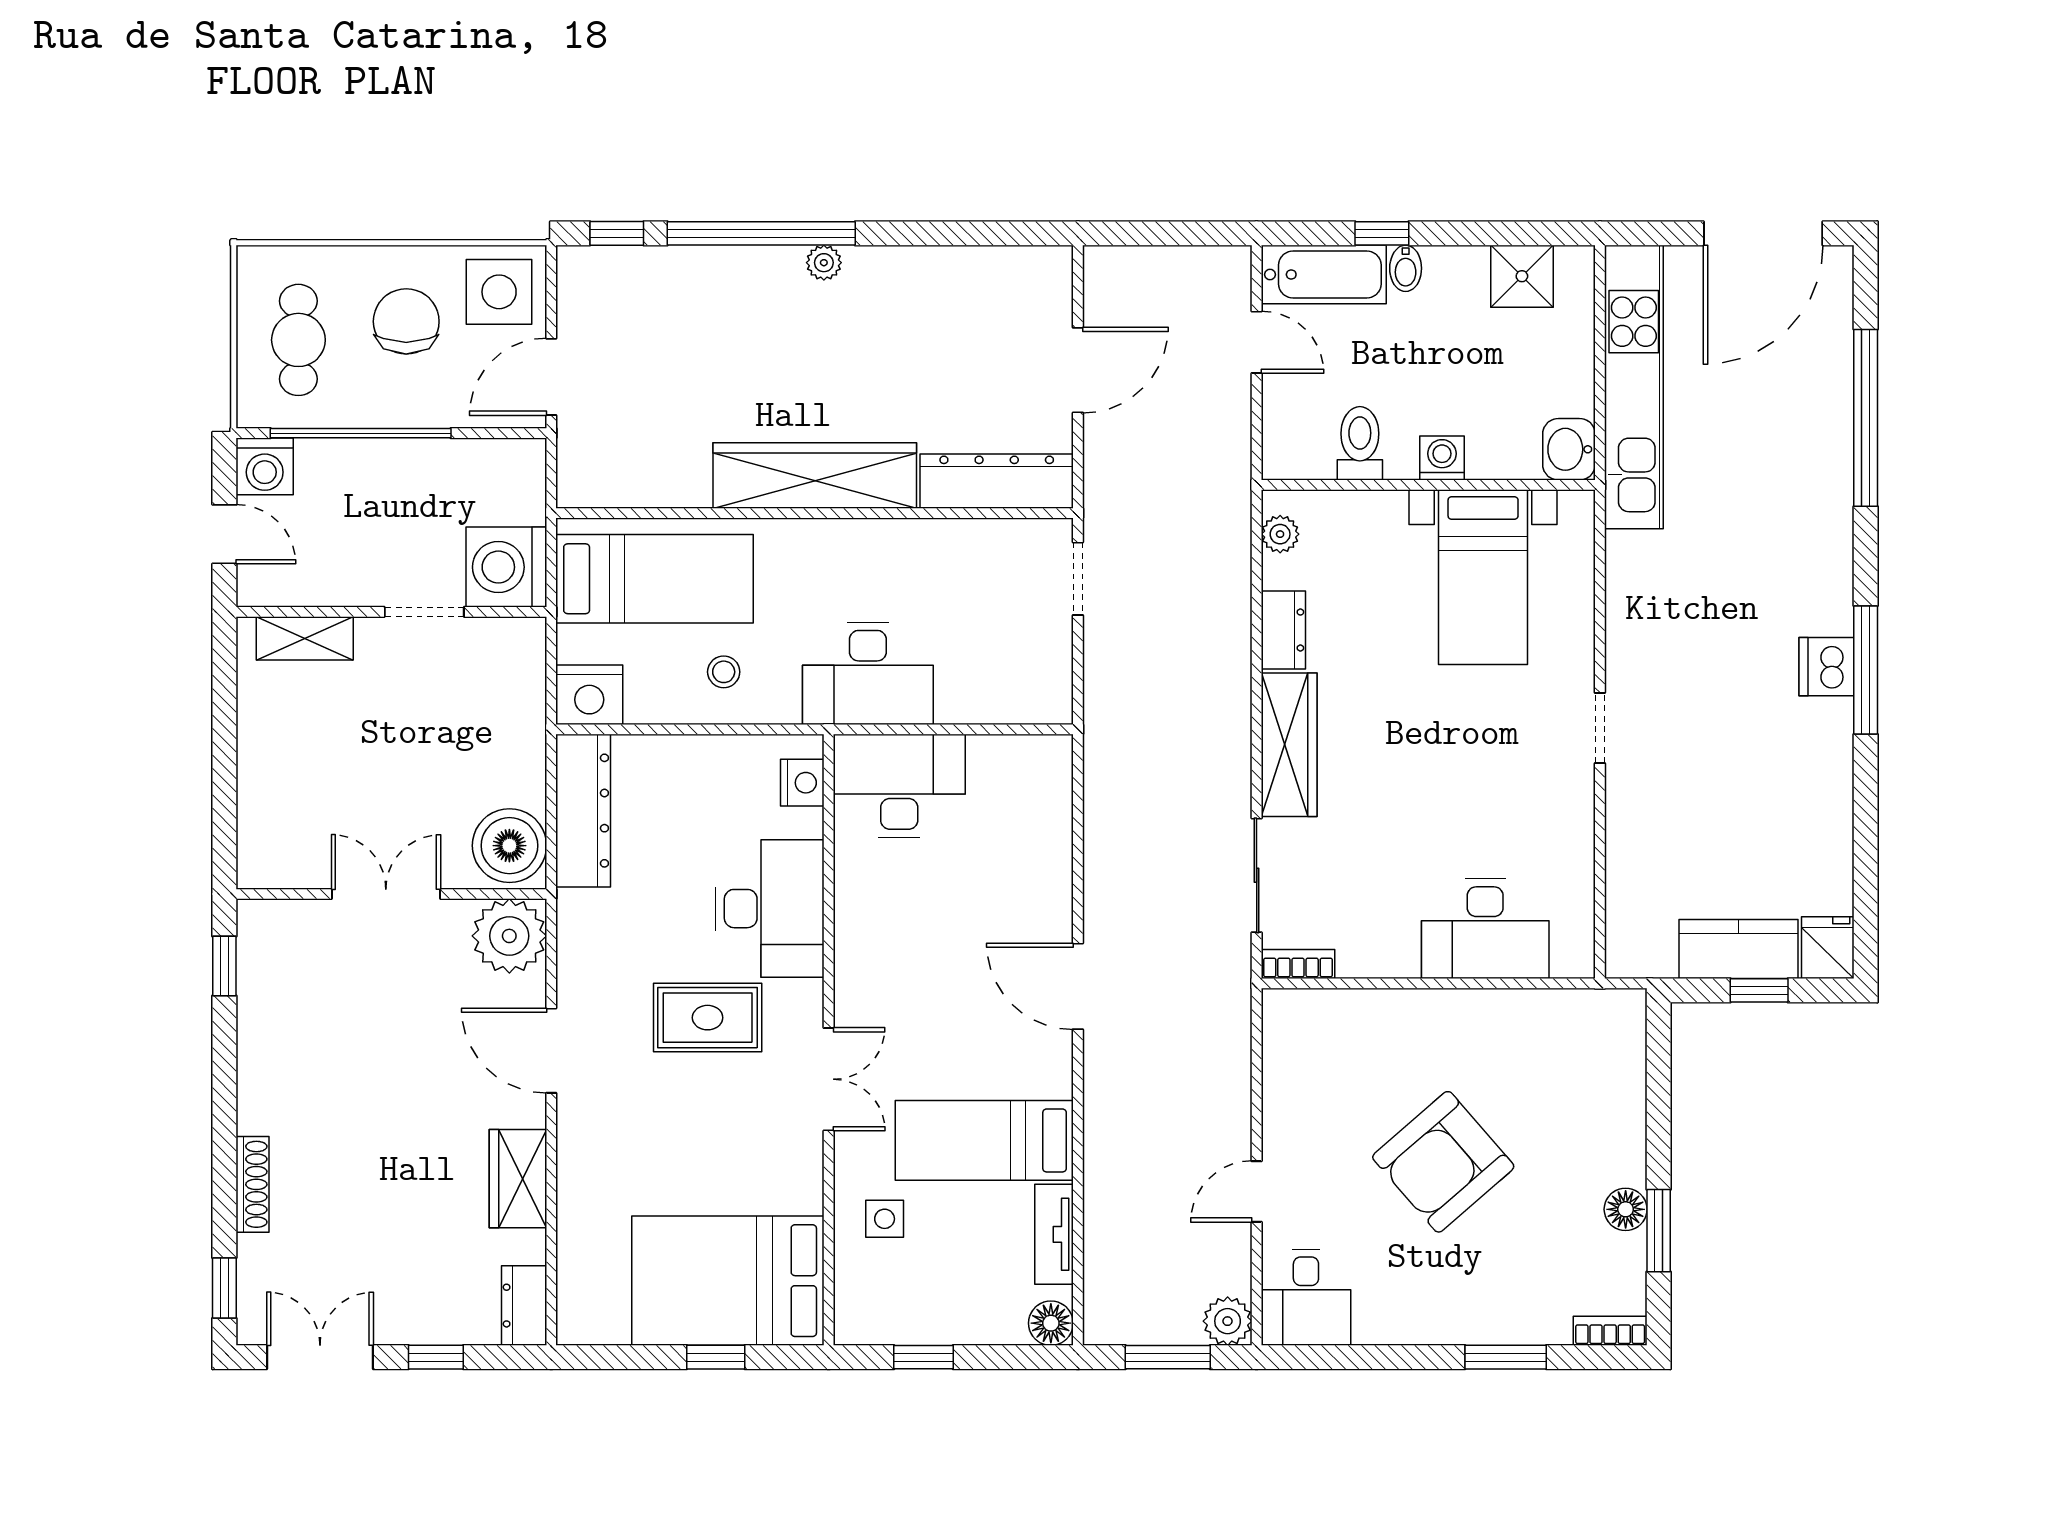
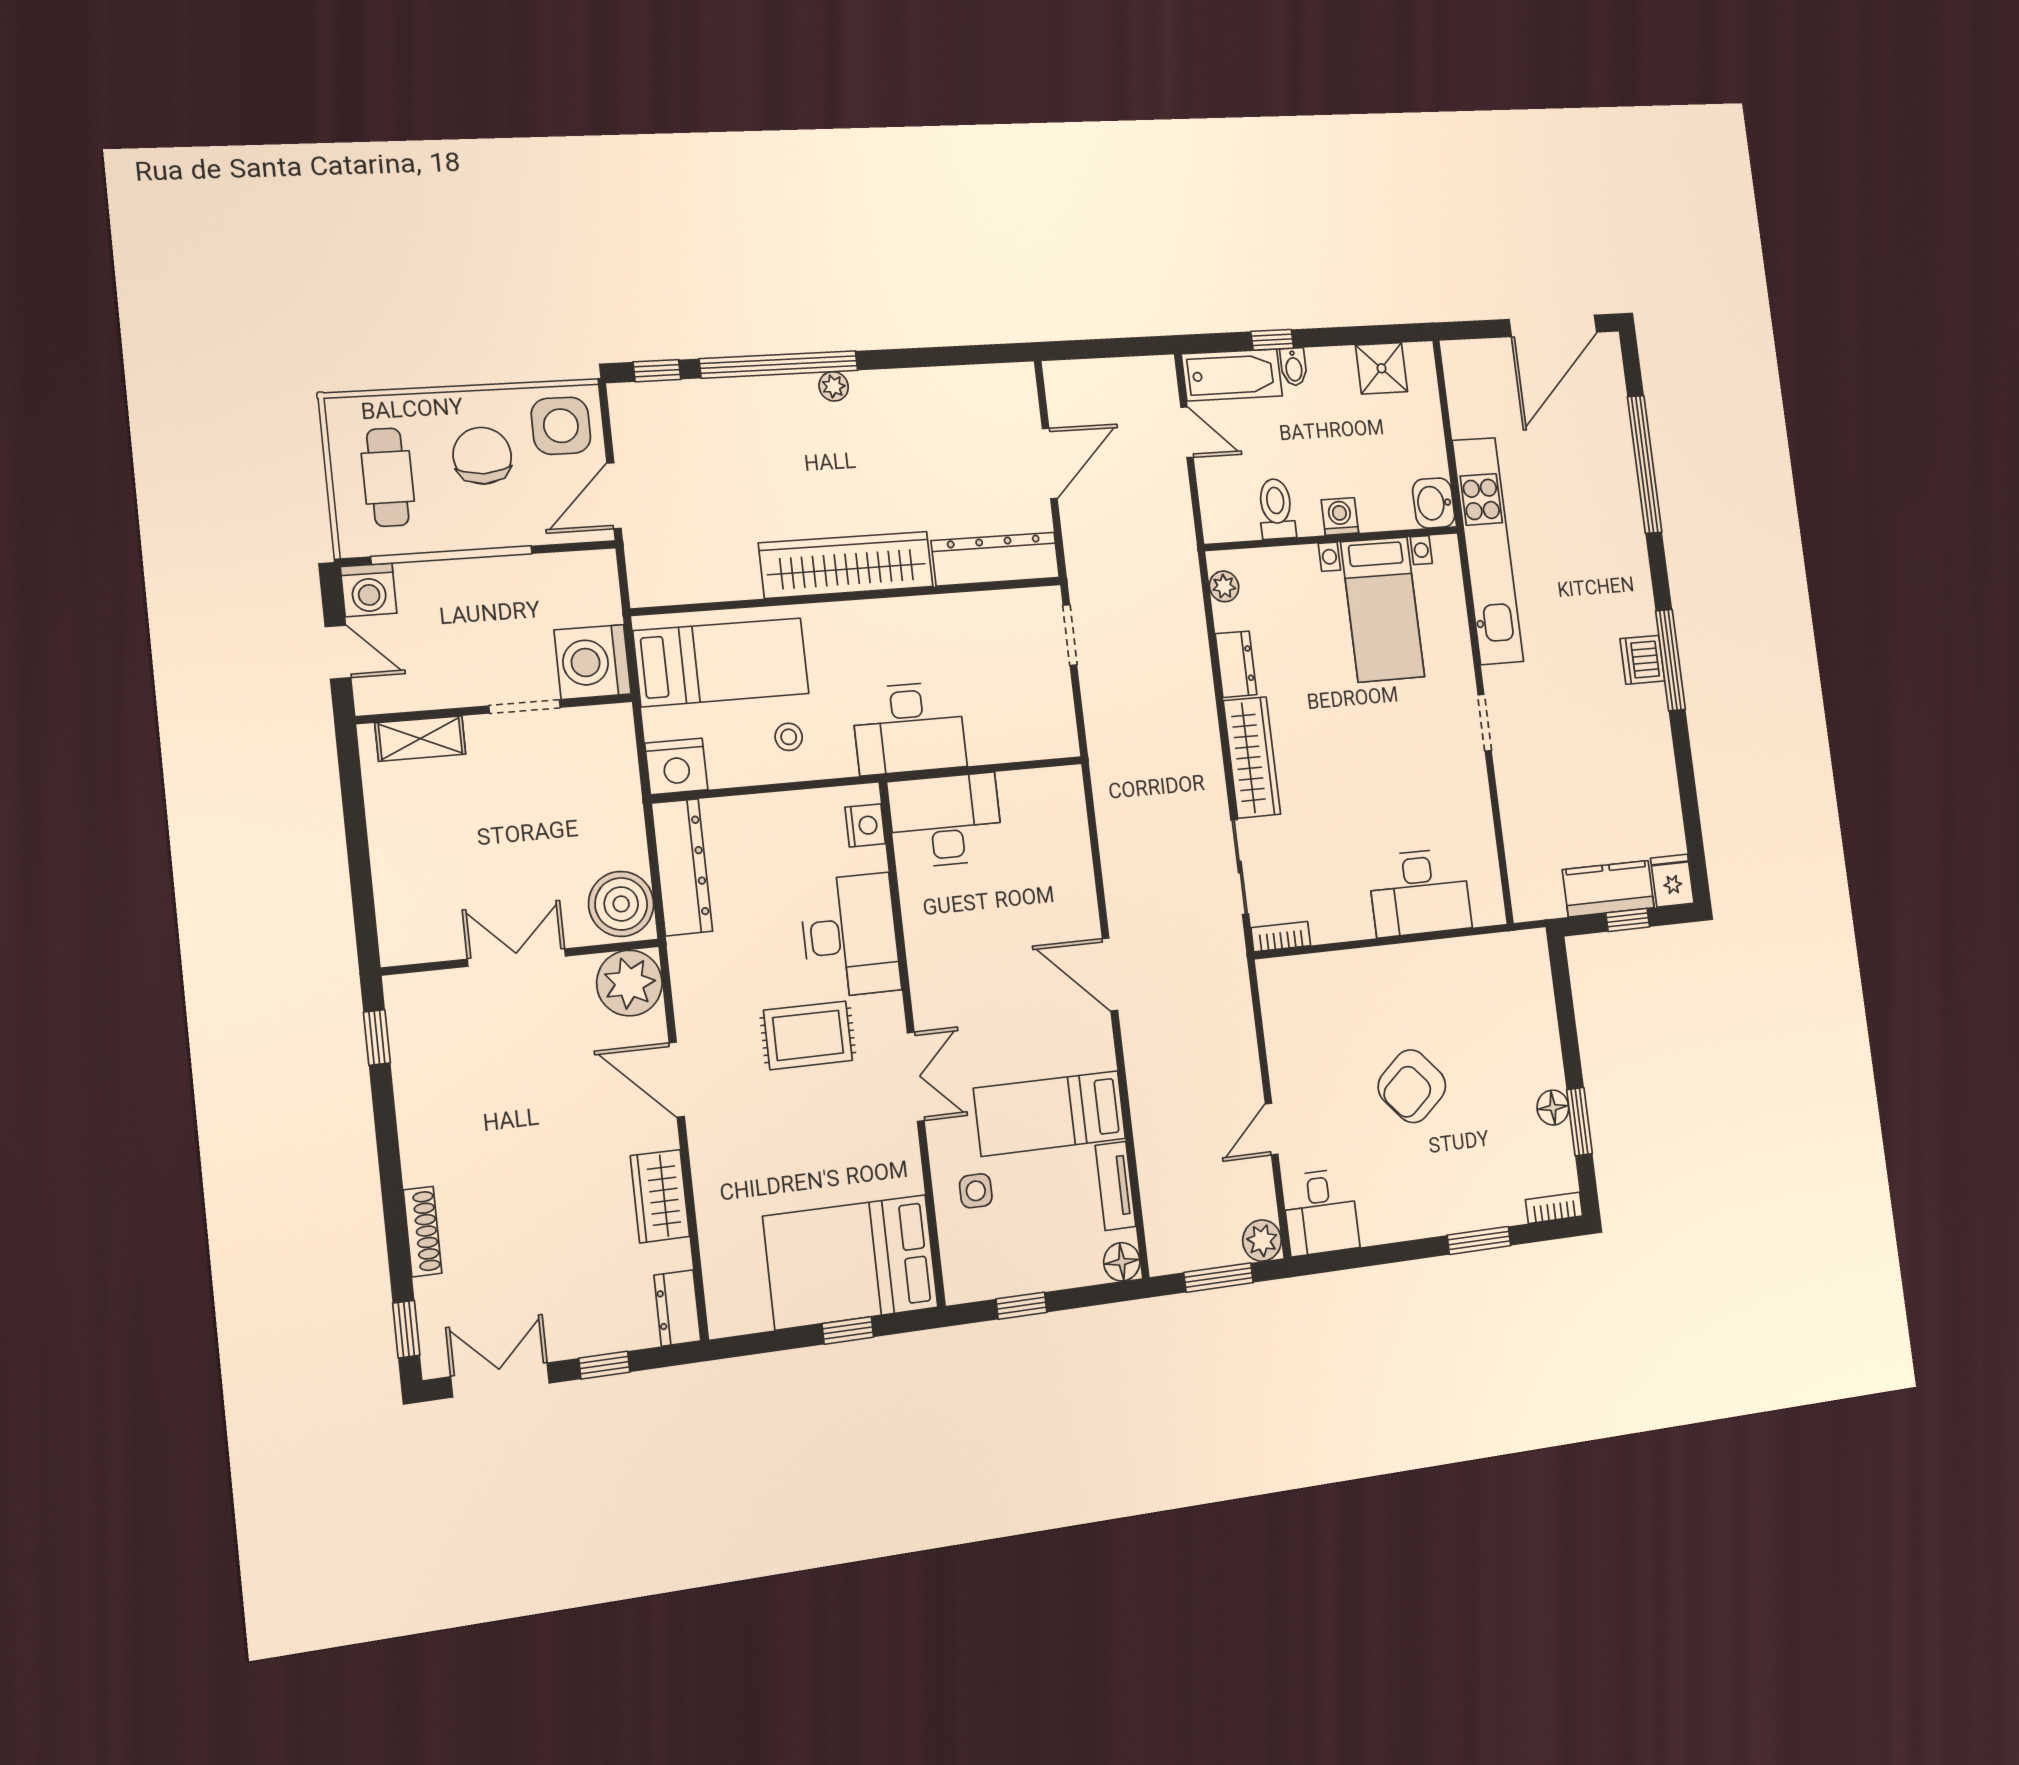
kitchen unit: (1634, 387) -> (1488, 551), moved
armchair: (1443, 1162) -> (1412, 1086), width x0.73, depth x0.73

